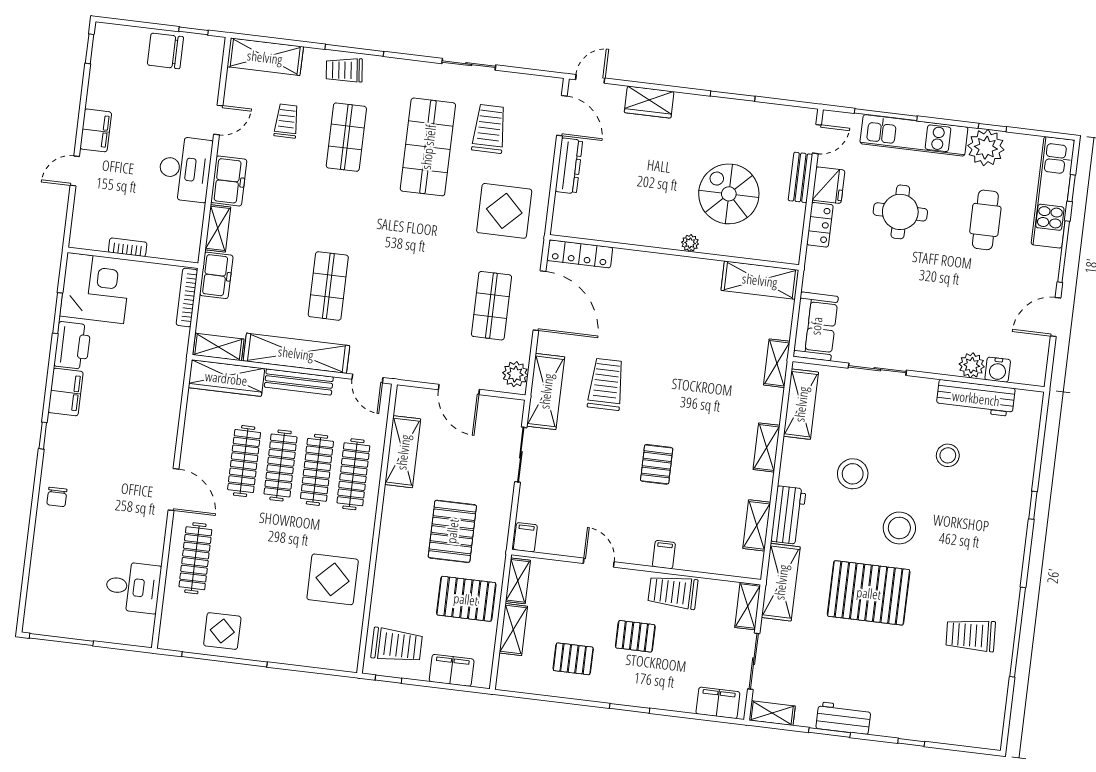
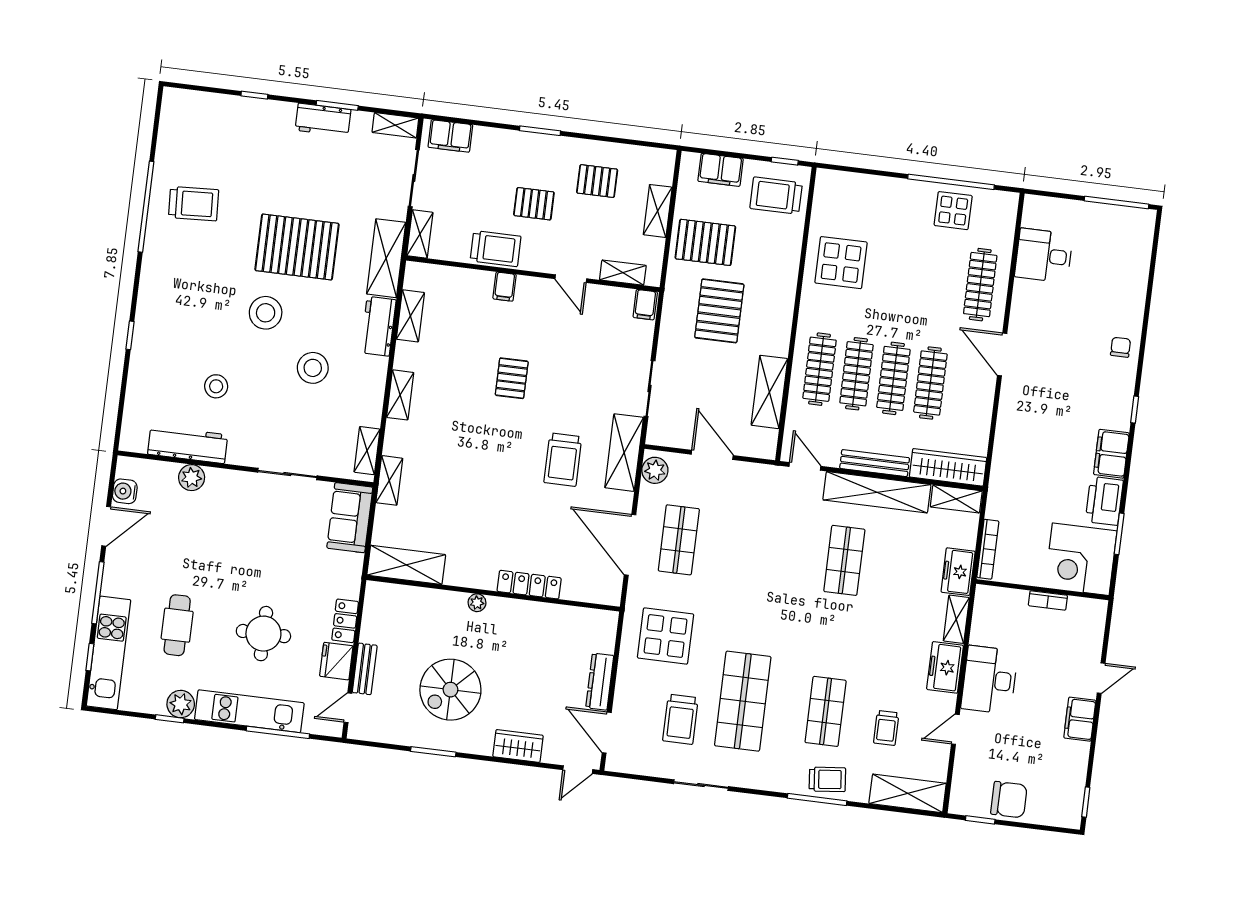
plant: (986, 148) -> (181, 704), width x0.73, depth x0.73
spiral stairs: (729, 194) -> (450, 690), moved, turned 90
locker: (580, 254) -> (529, 585), moved
water cooler: (998, 370) -> (125, 491), moved, turned -90
shelving: (801, 404) -> (367, 451), width x0.67, depth x0.75
shelving: (518, 581) -> (623, 273), moved, turned 90

